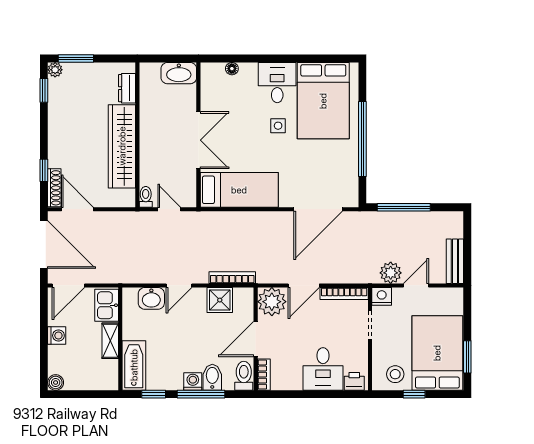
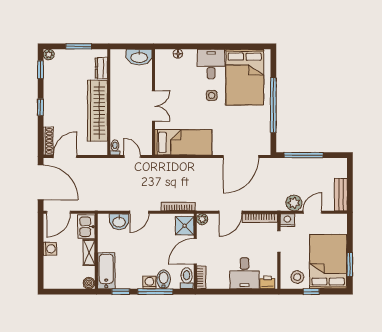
window: (76, 59) -> (79, 46), moved
double door: (198, 140) -> (153, 106), width x0.73
window: (44, 170) -> (41, 107), moved
door: (77, 209) -> (65, 156), hinge flipped
shower: (220, 300) -> (185, 226), moved
plant: (272, 302) -> (202, 219), width x0.53, depth x0.53
boiler: (56, 382) -> (89, 283), moved

